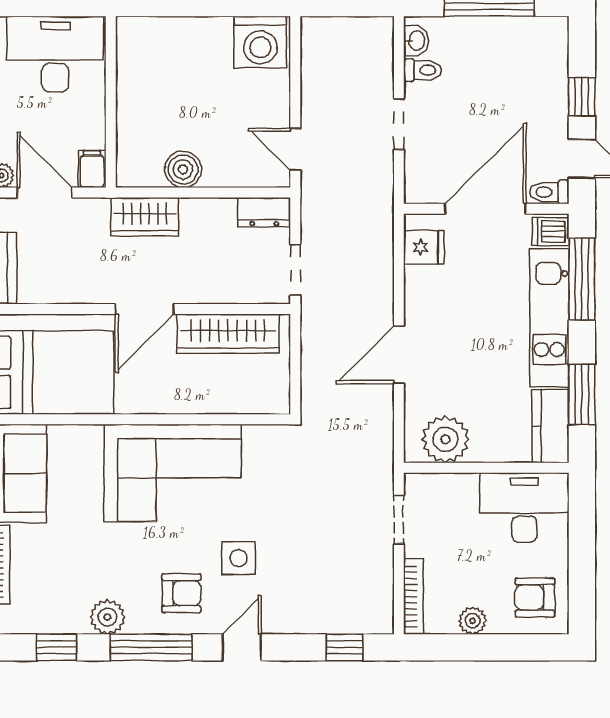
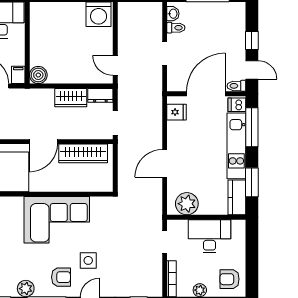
boiler: (183, 169) -> (38, 75), moved
wardrobe: (145, 217) -> (71, 98), moved
desk: (524, 507) -> (209, 236), moved

